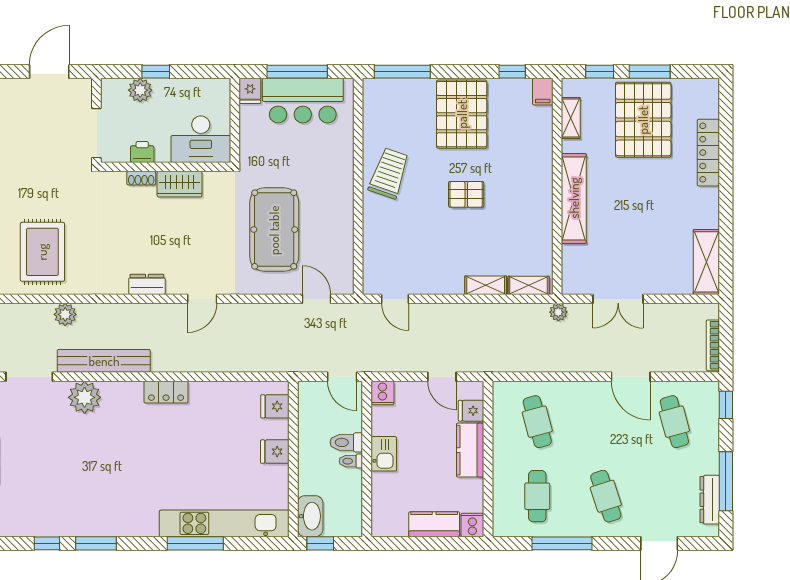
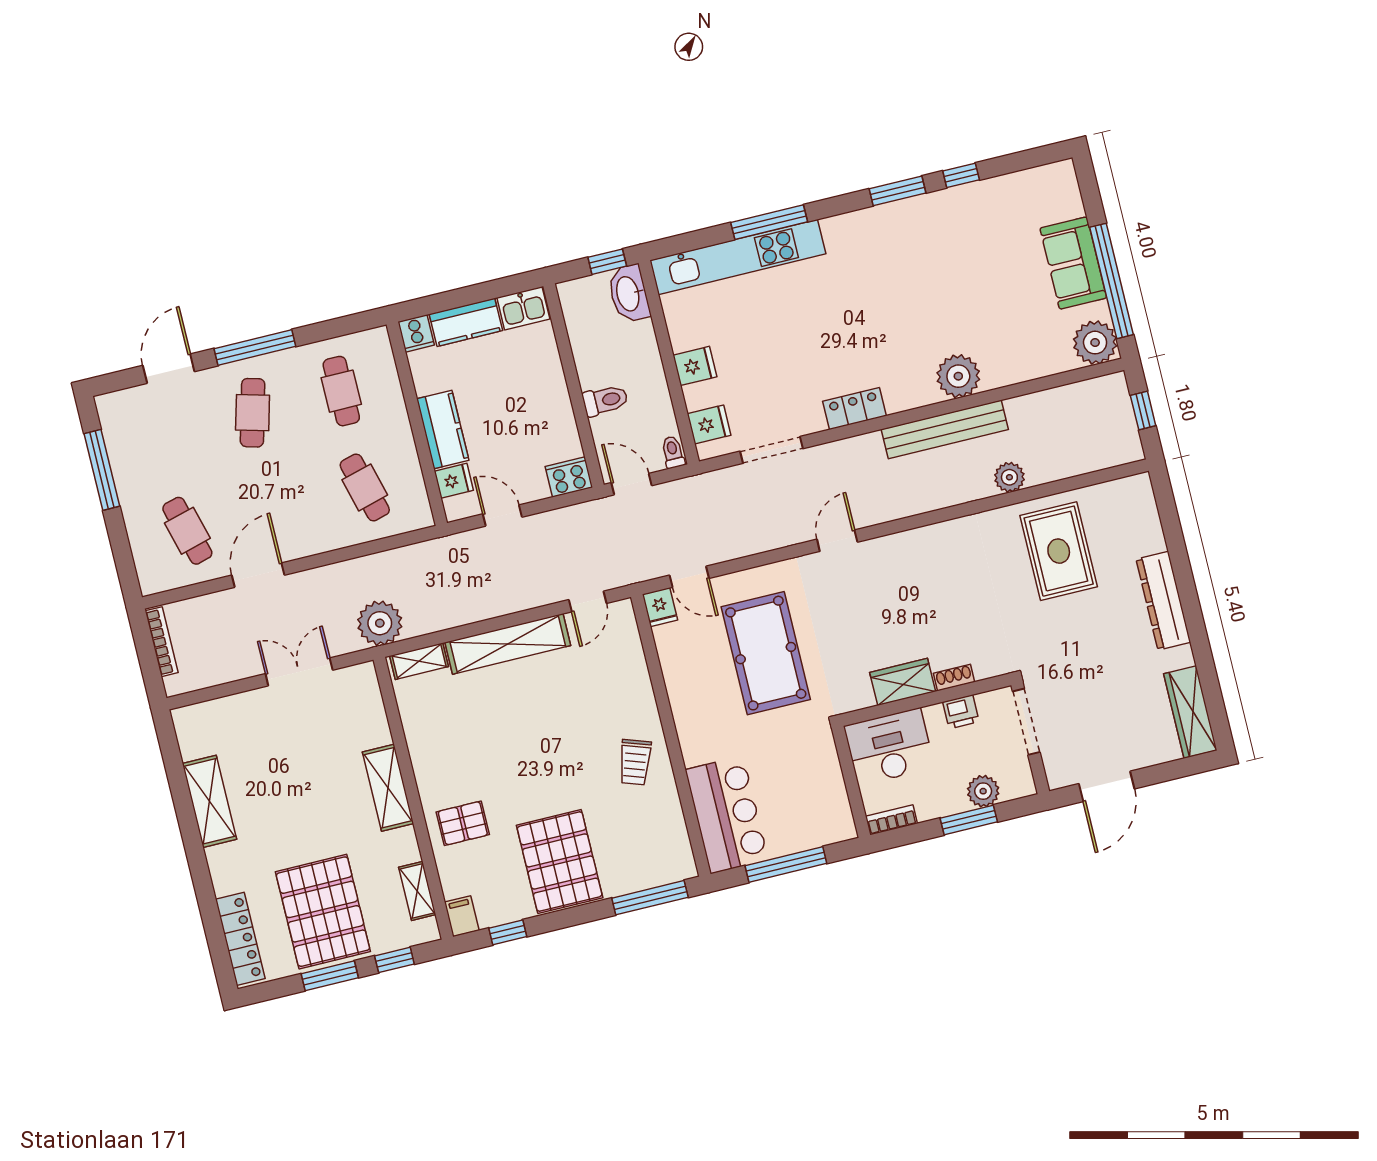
window: (156, 72) -> (969, 820), width x1.50
bookcase: (212, 86) -> (891, 820), added
fridge: (250, 91) -> (660, 607), moved, turned 180
bar counter: (303, 101) -> (727, 815), moved, turned 90
locker: (708, 153) -> (240, 939), moved
trolley: (389, 173) -> (635, 762), width x0.73, depth x0.72
pallet: (466, 194) -> (463, 823), moved
shelving: (574, 198) -> (388, 788), width x0.68
shelving: (706, 262) -> (209, 801), moved
dresser: (147, 284) -> (913, 542), removed
shelving: (486, 285) -> (508, 644), width x2.20, depth x1.33
door: (395, 299) -> (588, 602), swing flipped
plant: (558, 312) -> (380, 623), width x1.87, depth x1.87
doorway: (29, 377) -> (771, 450), moved
door: (631, 377) -> (258, 575), hinge flipped
cooker: (382, 393) -> (569, 477), width x1.36
window: (726, 405) -> (126, 569), removed
kitchen sink: (384, 454) -> (523, 308), moved, turned -90
toilet: (351, 461) -> (673, 452), moved, turned -90
cafe table: (606, 496) -> (253, 413), turned 33
dresser: (710, 500) -> (117, 441), removed
window: (562, 543) -> (255, 348), moved

